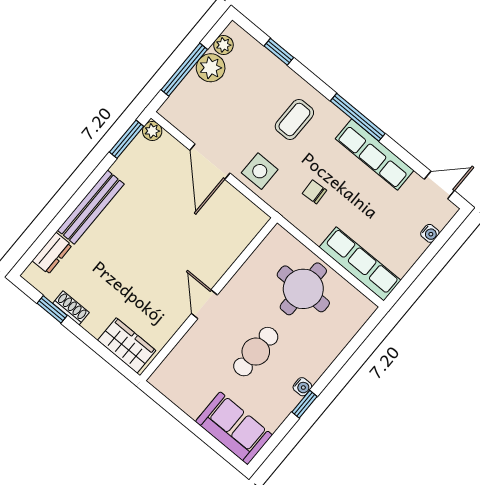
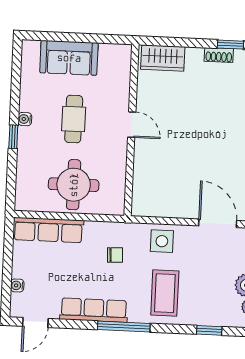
coffee table: (294, 119) -> (165, 293), width x1.36, depth x1.30
door: (210, 162) -> (218, 223), moved
window: (304, 404) -> (13, 137), moved
sofa: (234, 428) -> (69, 58), moved

